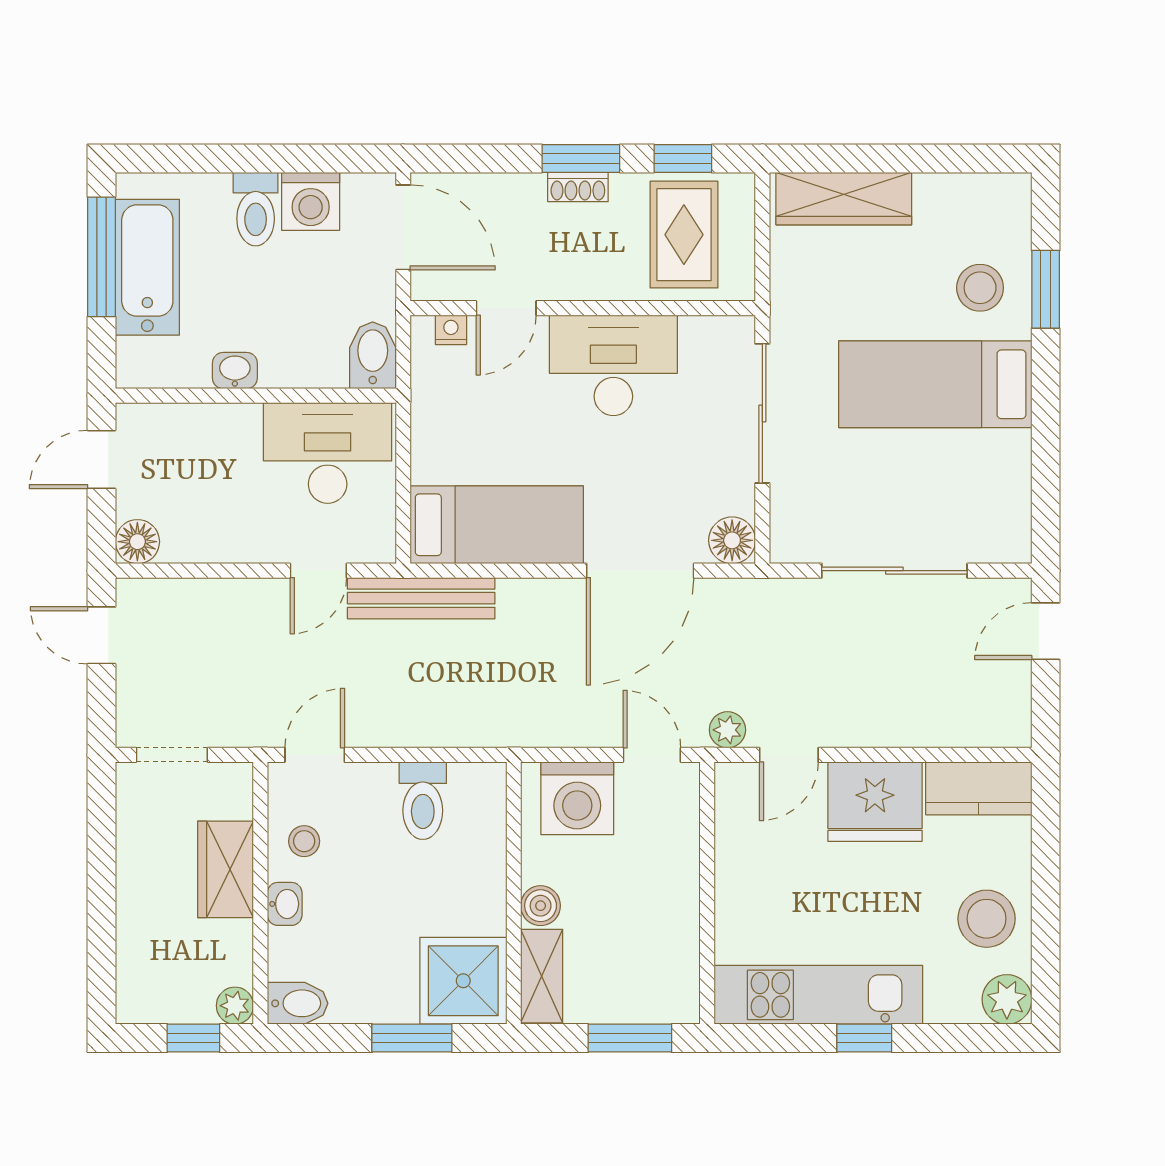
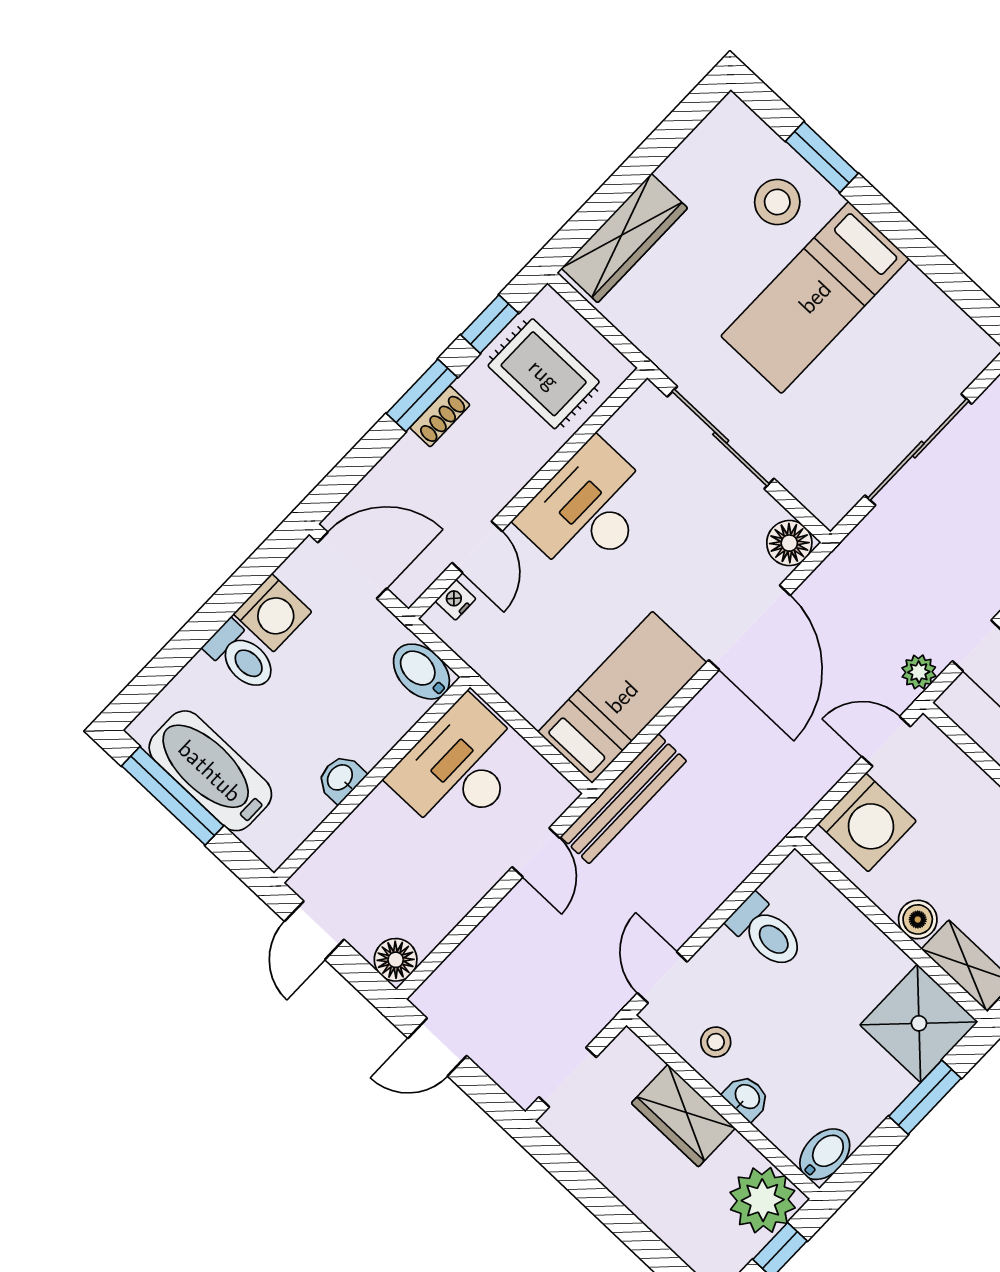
plant: (235, 1006) -> (763, 1200), width x1.88, depth x1.88

